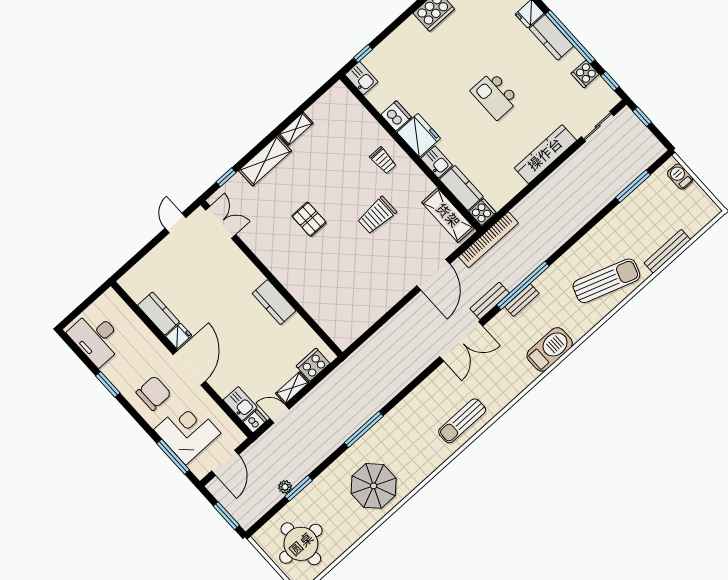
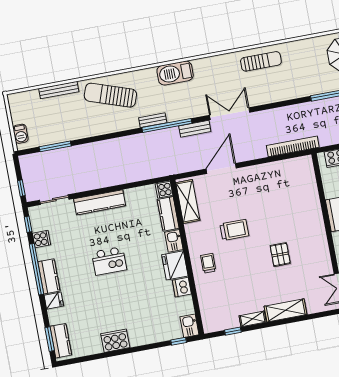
kitchen island: (495, 95) -> (109, 261), turned 90
window: (226, 177) -> (233, 331), moved
bookcase: (488, 240) -> (293, 146), moved
bench: (522, 300) -> (153, 120), moved

